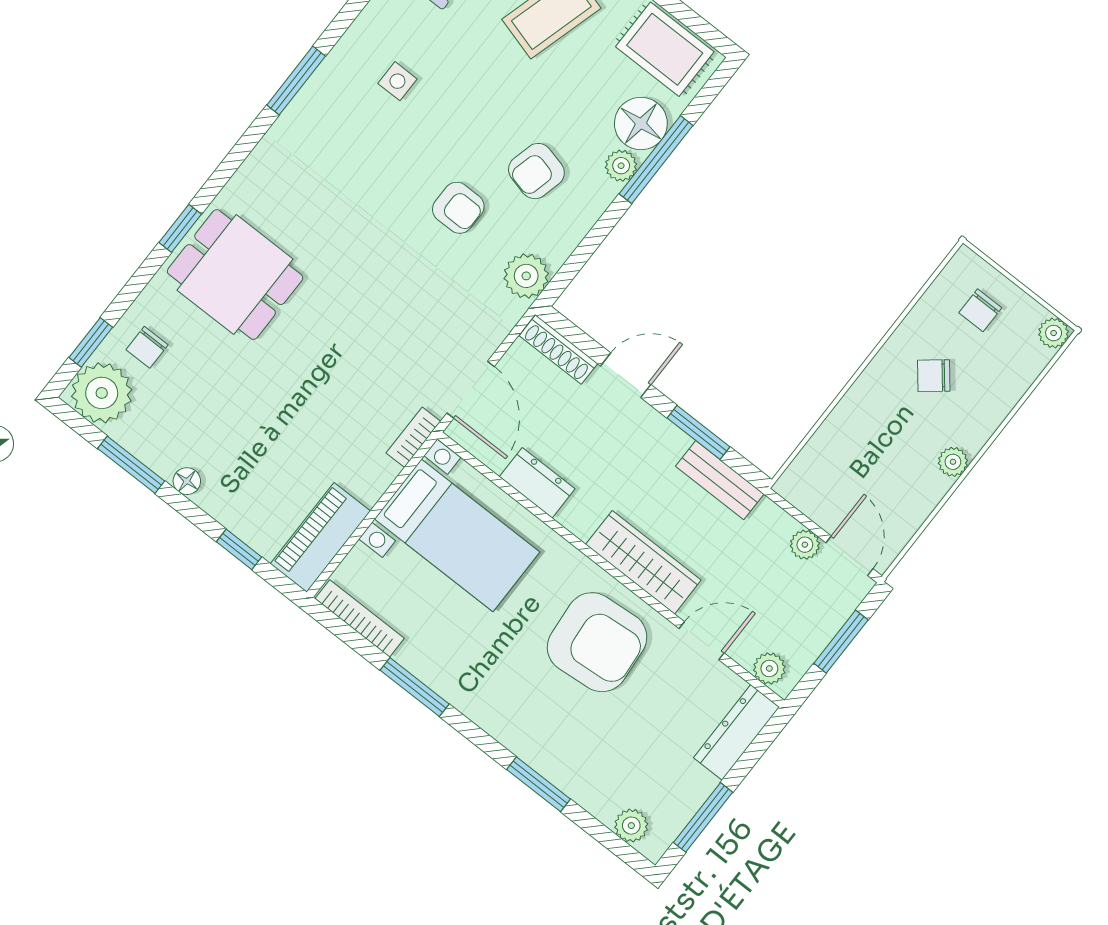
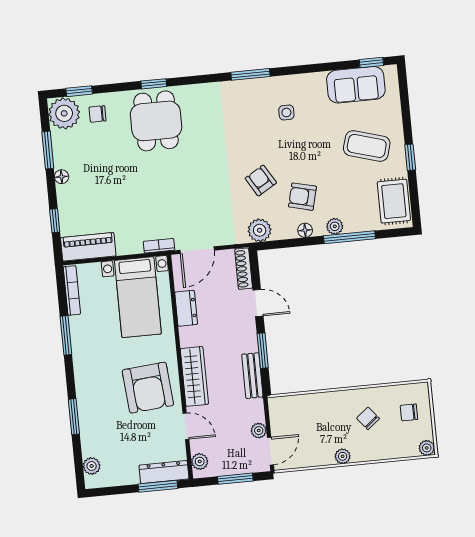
floor lamp: (641, 123) -> (305, 230), moved, width x0.53, depth x0.53
armchair: (458, 208) -> (261, 181), turned 149
window: (703, 817) -> (158, 486), moved

